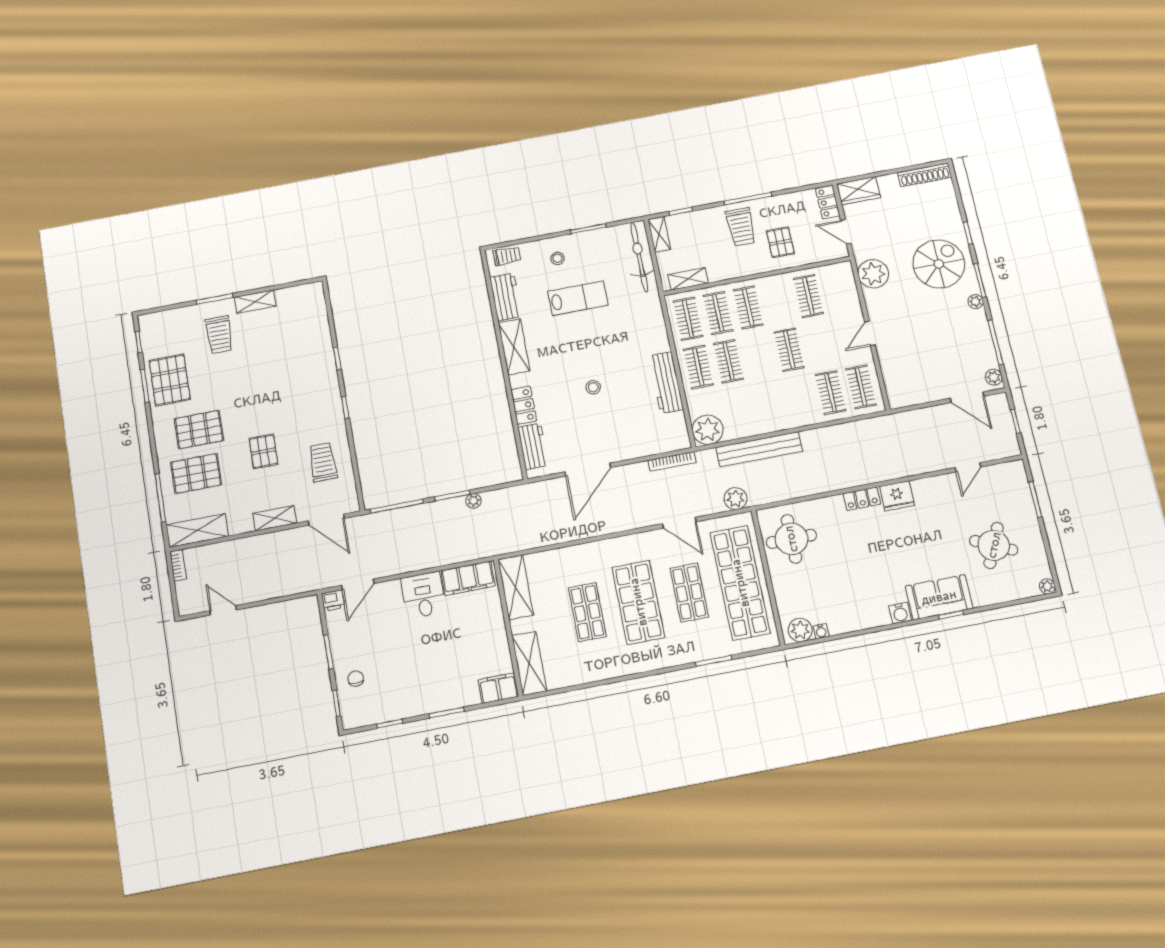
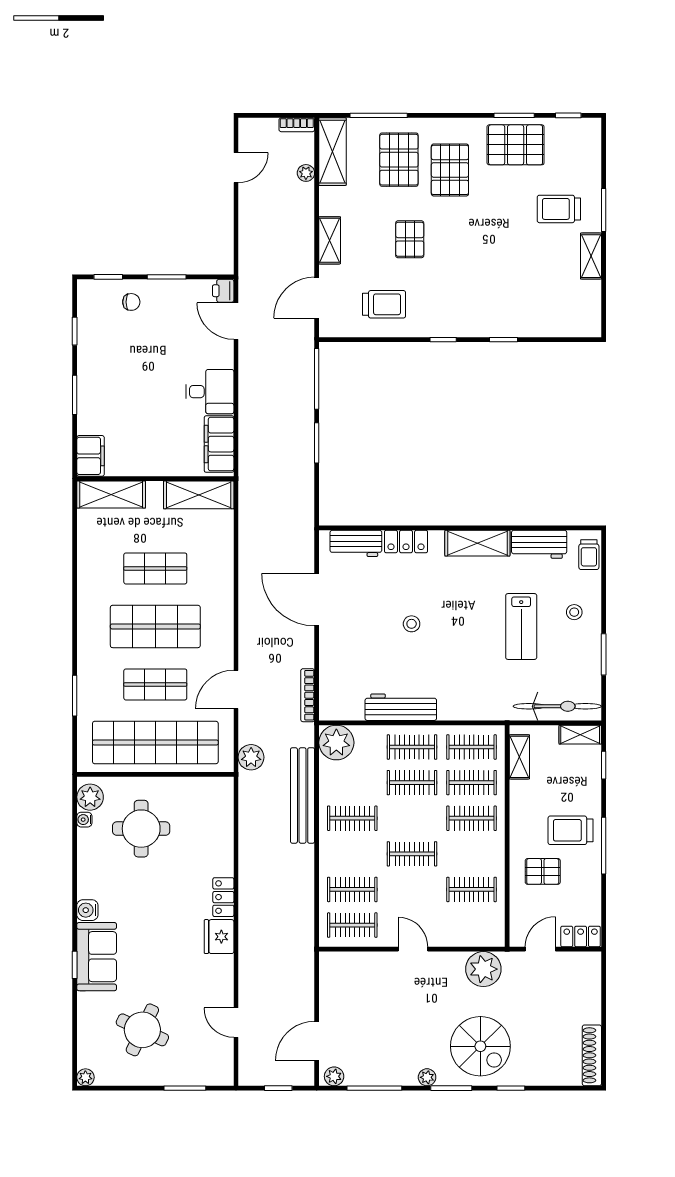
wardrobe: (858, 191) -> (588, 975), removed
clothes rail: (770, 404) -> (352, 818), added
pallet: (264, 451) -> (410, 239), turned 90
plant: (474, 501) -> (306, 173), moved
round table: (791, 539) -> (141, 829), moved

